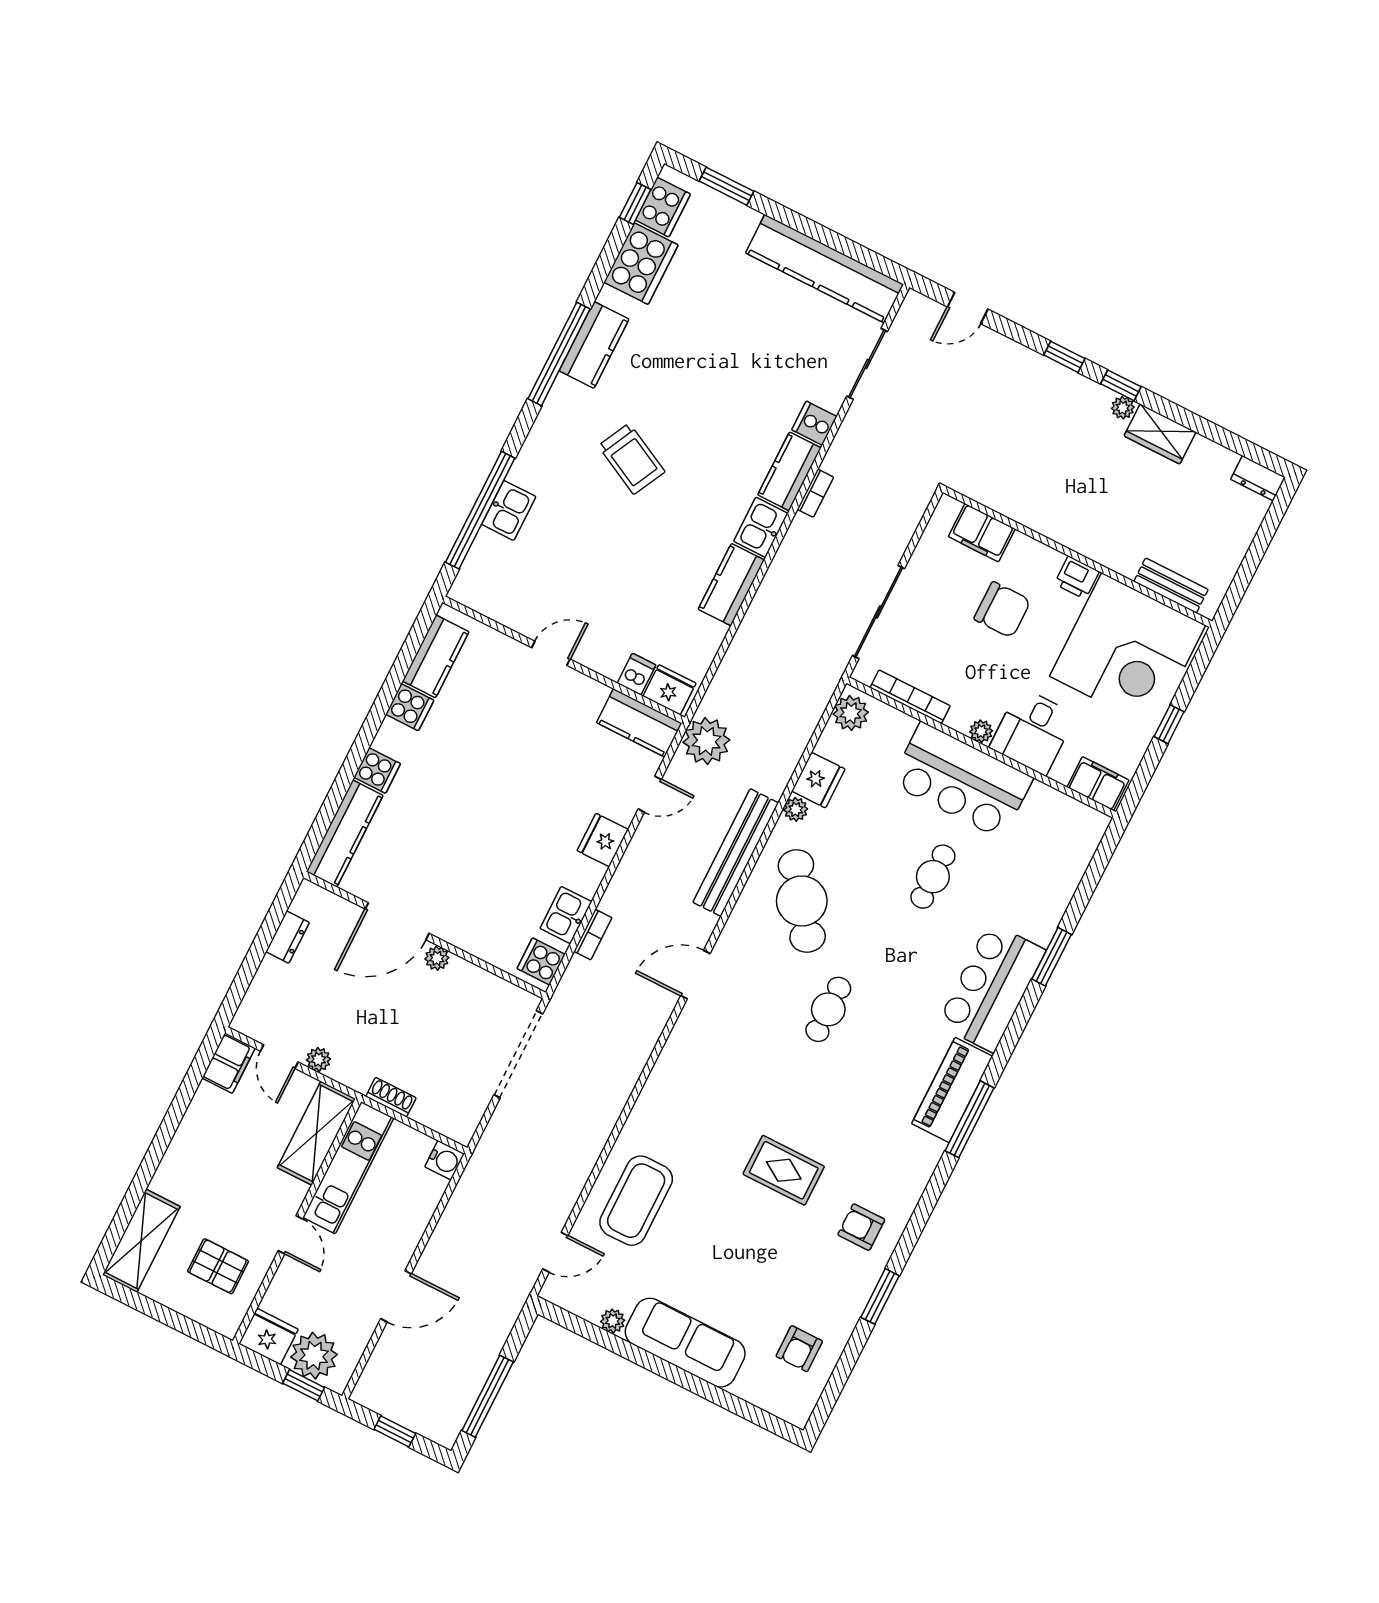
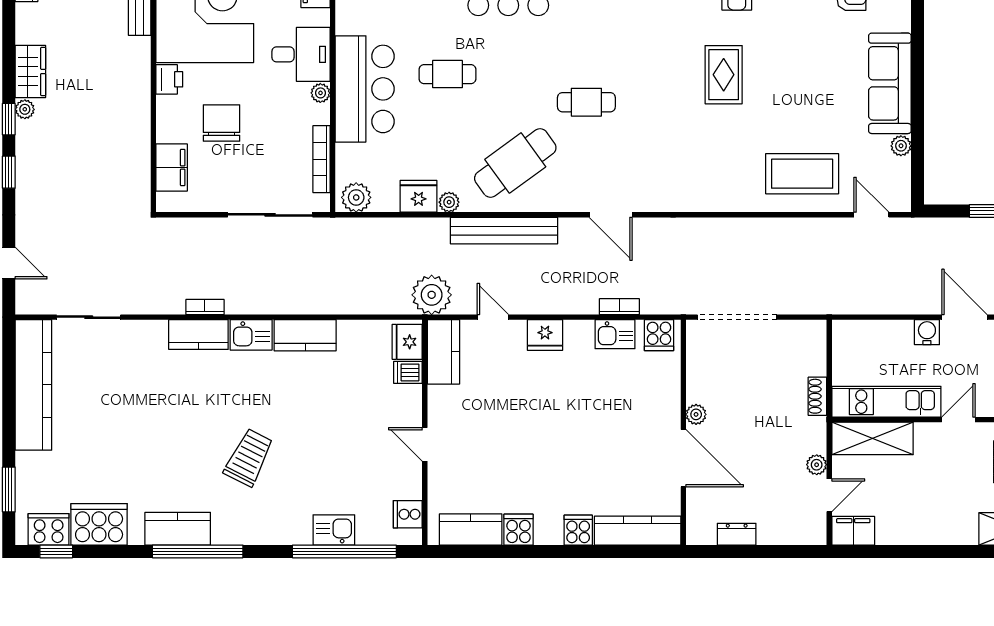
cooker: (814, 423) -> (408, 514), moved, turned 90
water cooler: (445, 1160) -> (927, 332), moved

